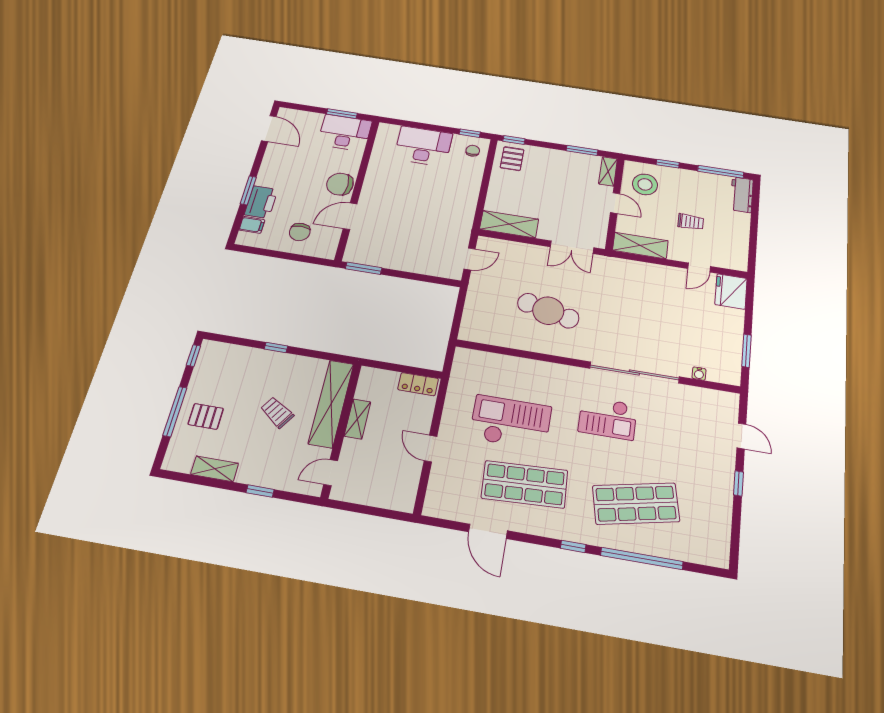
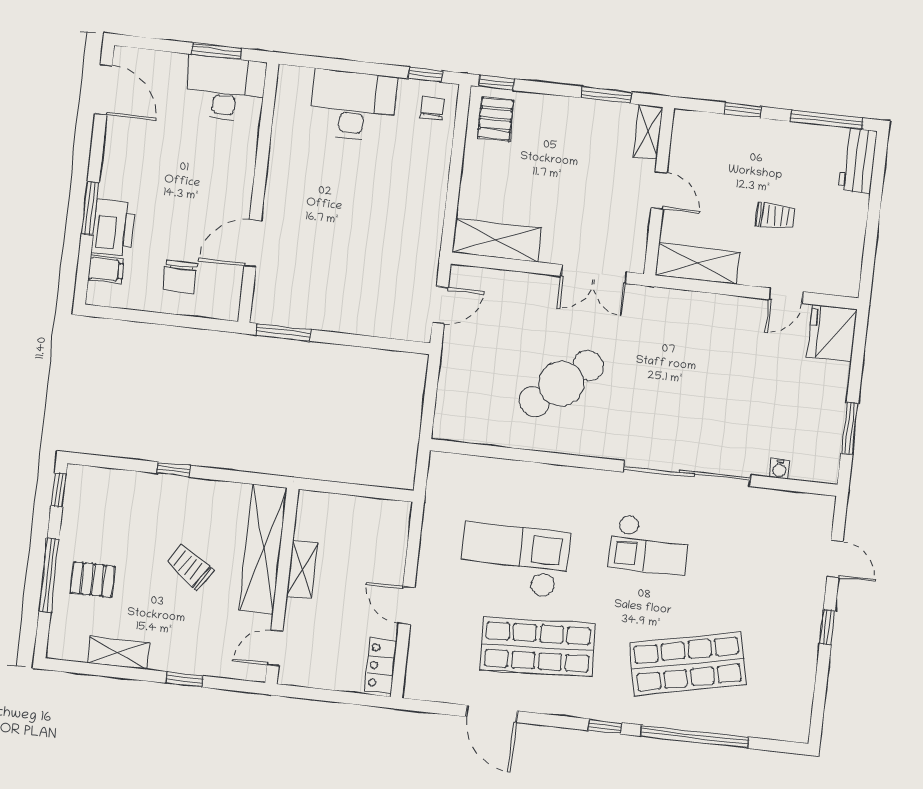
chair: (340, 184) -> (230, 186), removed
stool: (645, 184) -> (706, 152), removed
cafe table: (548, 311) -> (561, 384), turned -53
locker: (418, 384) -> (381, 666), moved, turned 90

